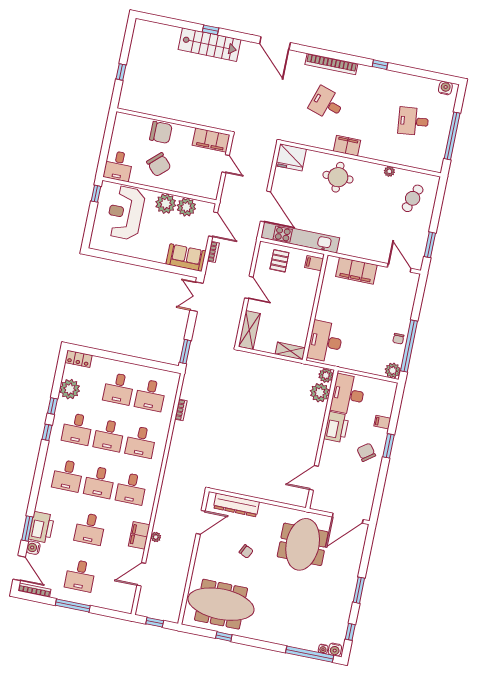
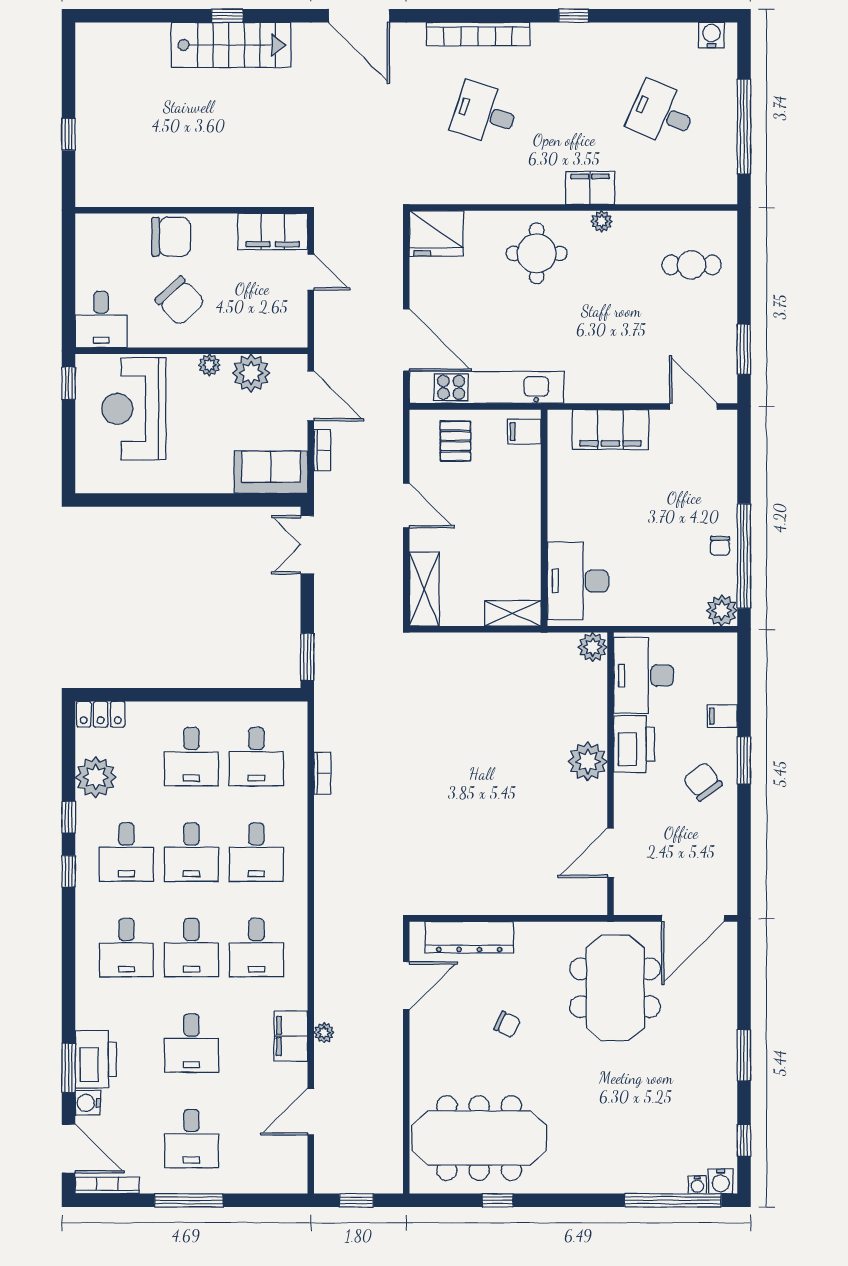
desk: (413, 121) -> (662, 113), turned 30
filing cabinet: (347, 146) -> (590, 188), moved
plant: (389, 171) -> (602, 221), moved
cafe table: (413, 198) -> (692, 265), turned 70
plant: (166, 204) -> (209, 365), width x0.53, depth x0.53
plant: (320, 393) -> (588, 761), moved

